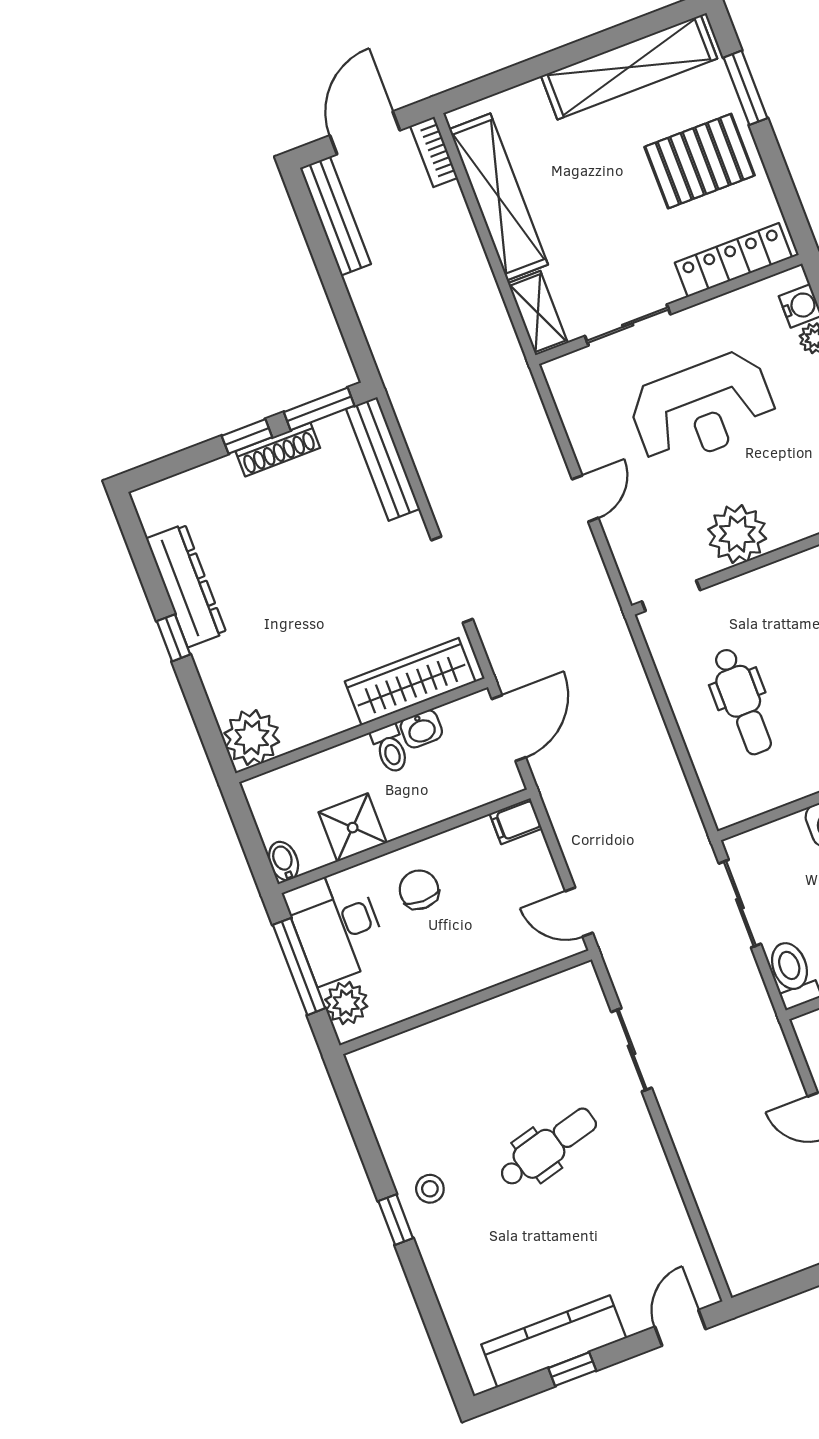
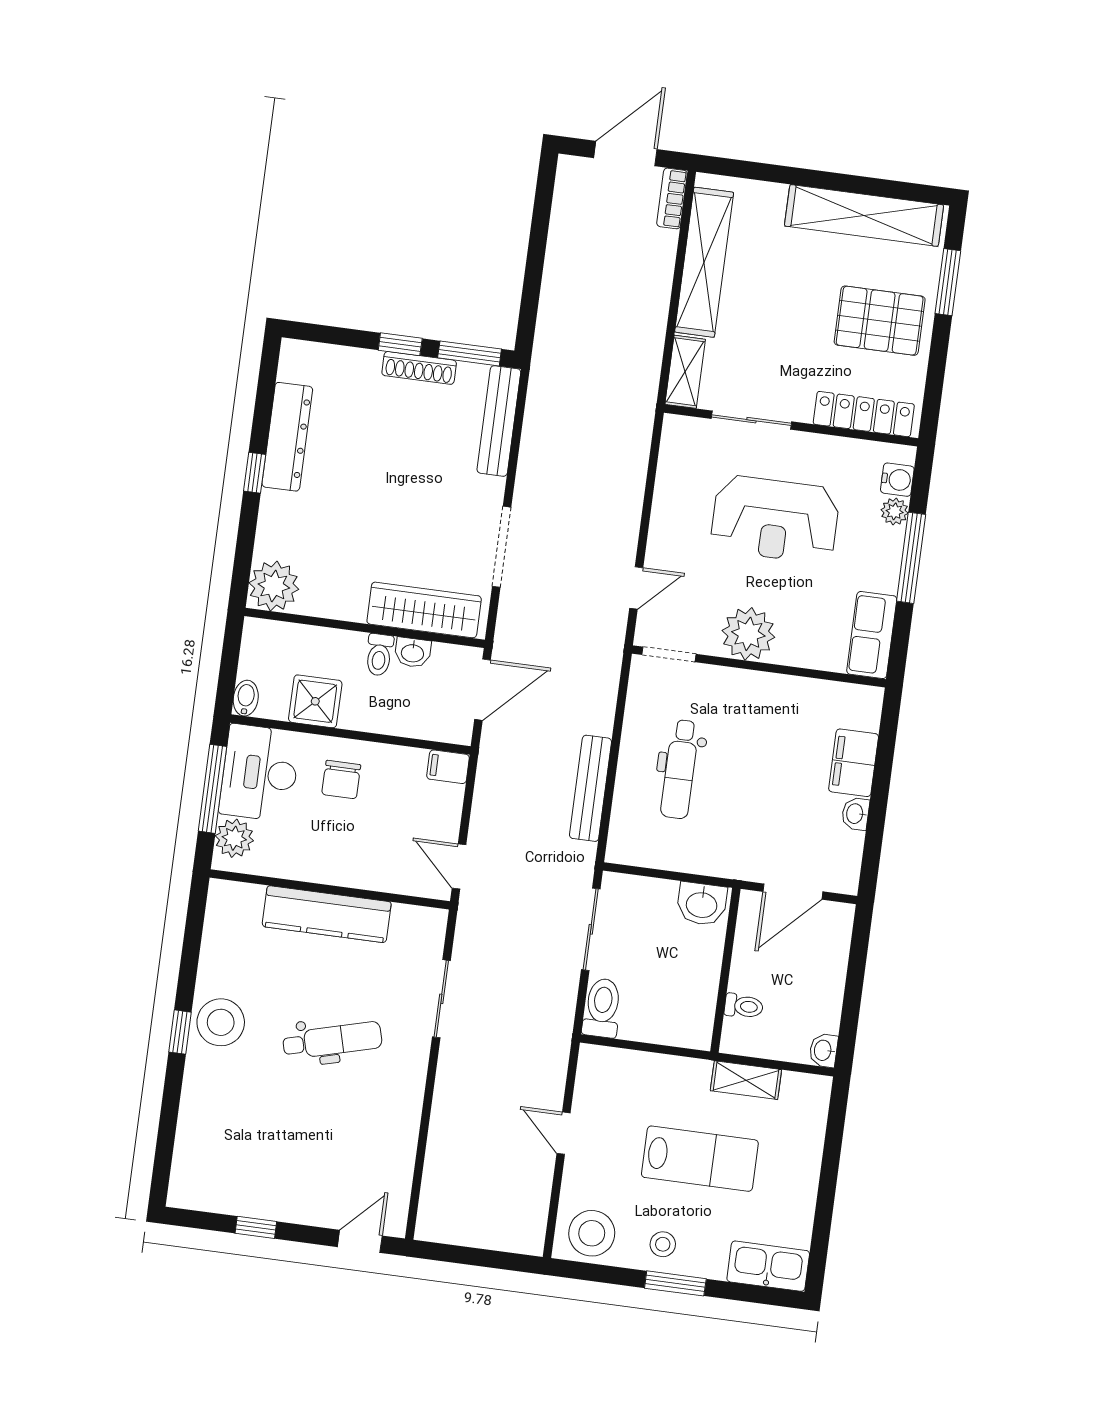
bench: (335, 216) -> (591, 788), moved
door: (585, 499) -> (636, 588), moved
chair: (419, 890) -> (341, 780), turned 180
stool: (430, 1189) -> (221, 1022), width x1.89, depth x1.89
kitchen counter: (554, 1341) -> (327, 914), moved, turned 180

